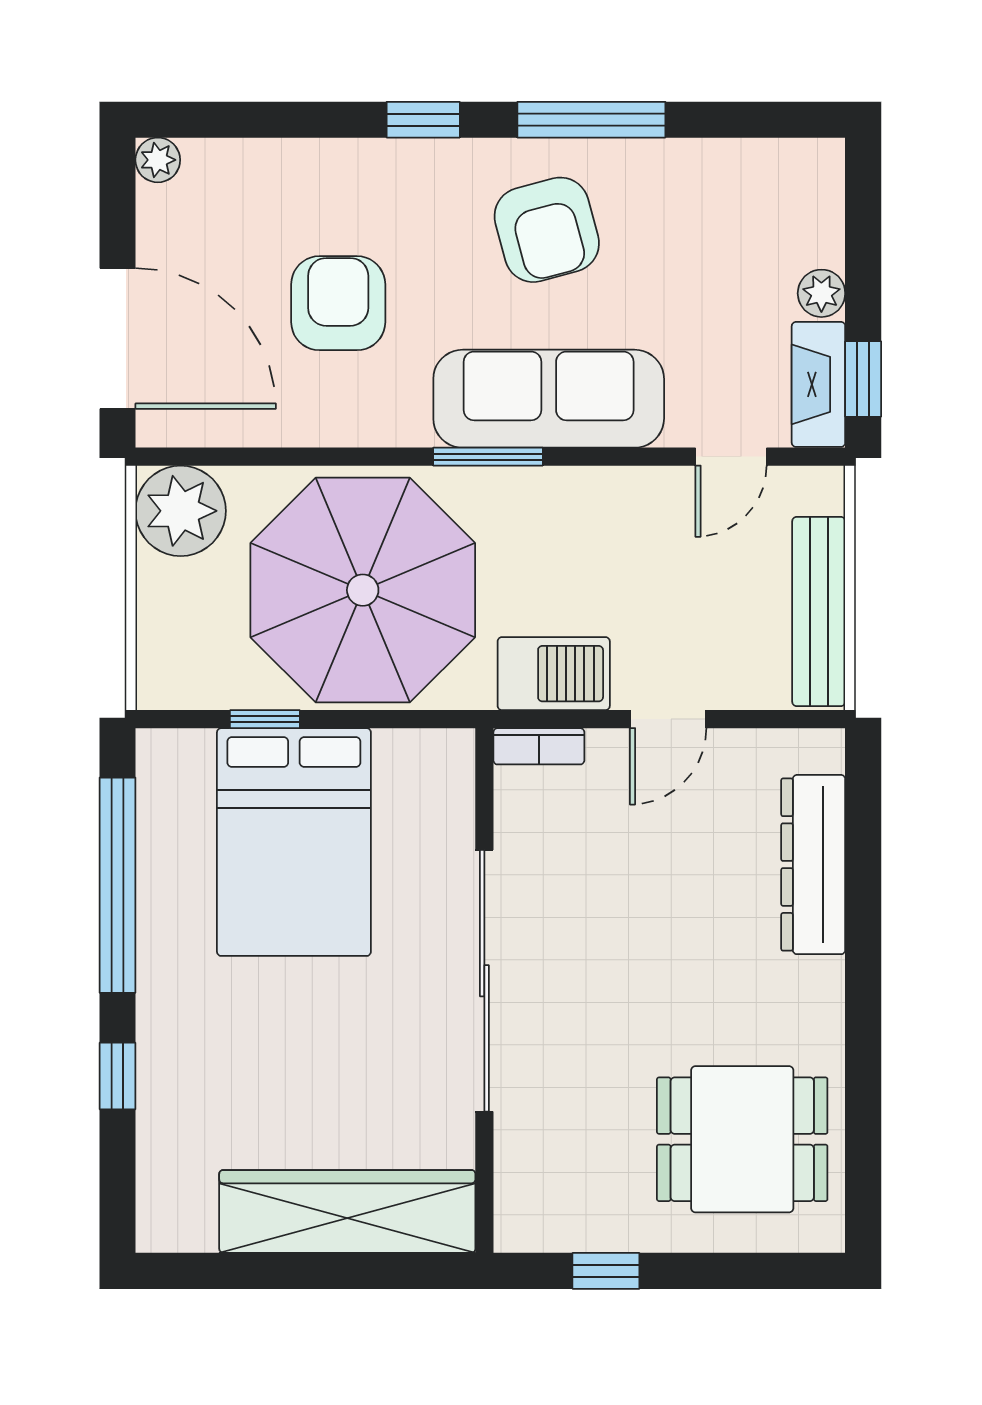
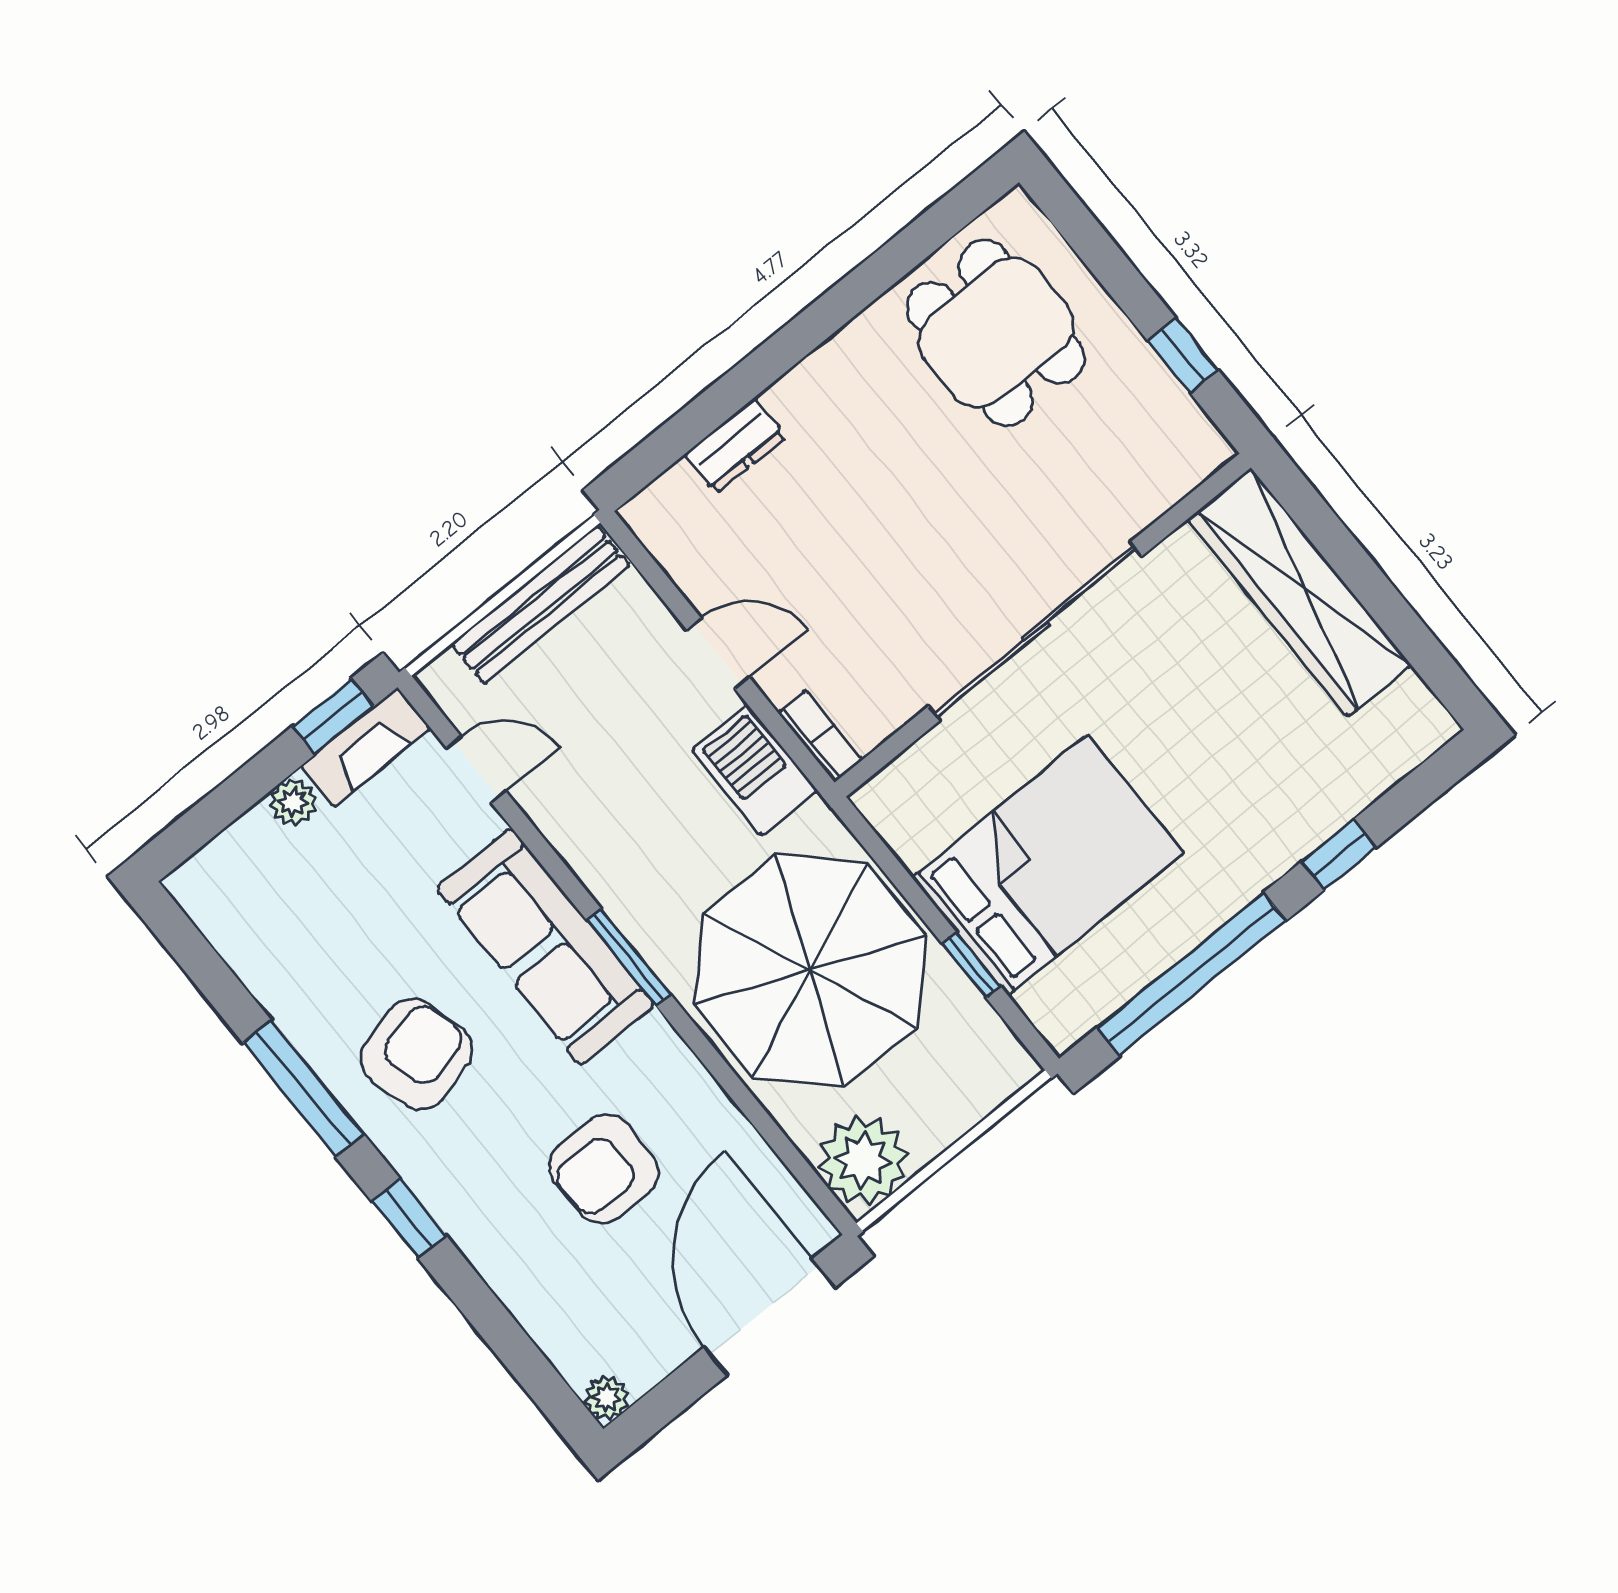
dresser: (813, 865) -> (735, 445), width x0.51, depth x0.80

